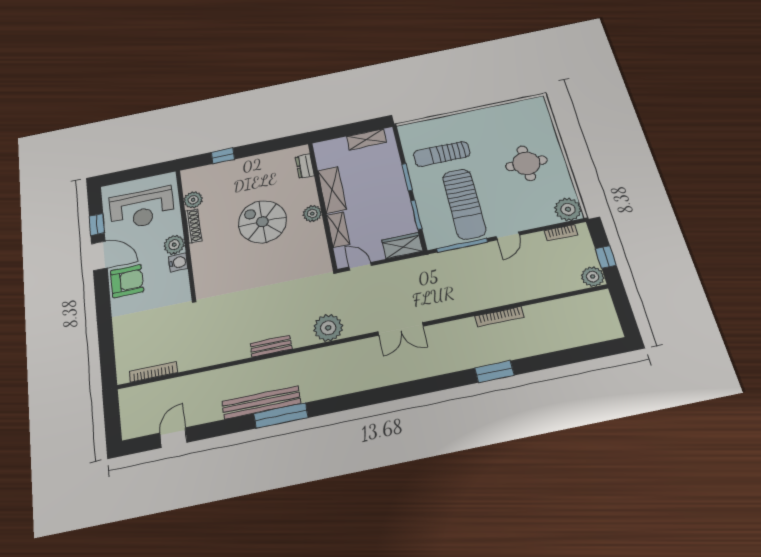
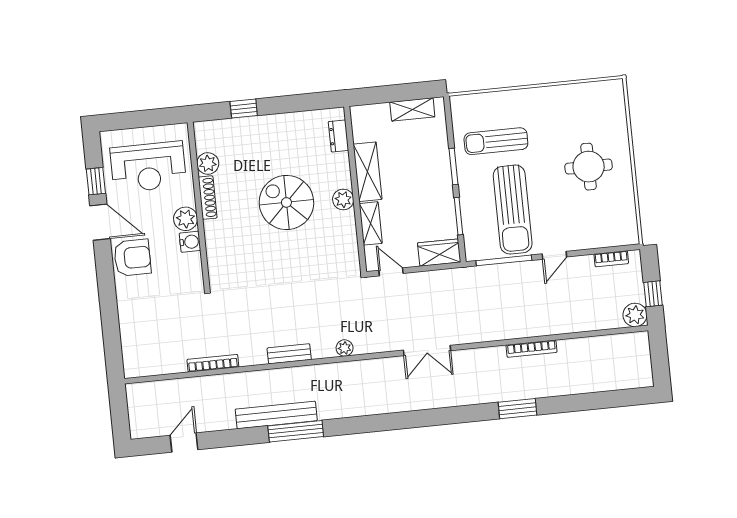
plant: (568, 209) -> (624, 231), removed
plant: (328, 328) -> (345, 348), width x0.53, depth x0.53
bookcase: (153, 372) -> (213, 363), moved

